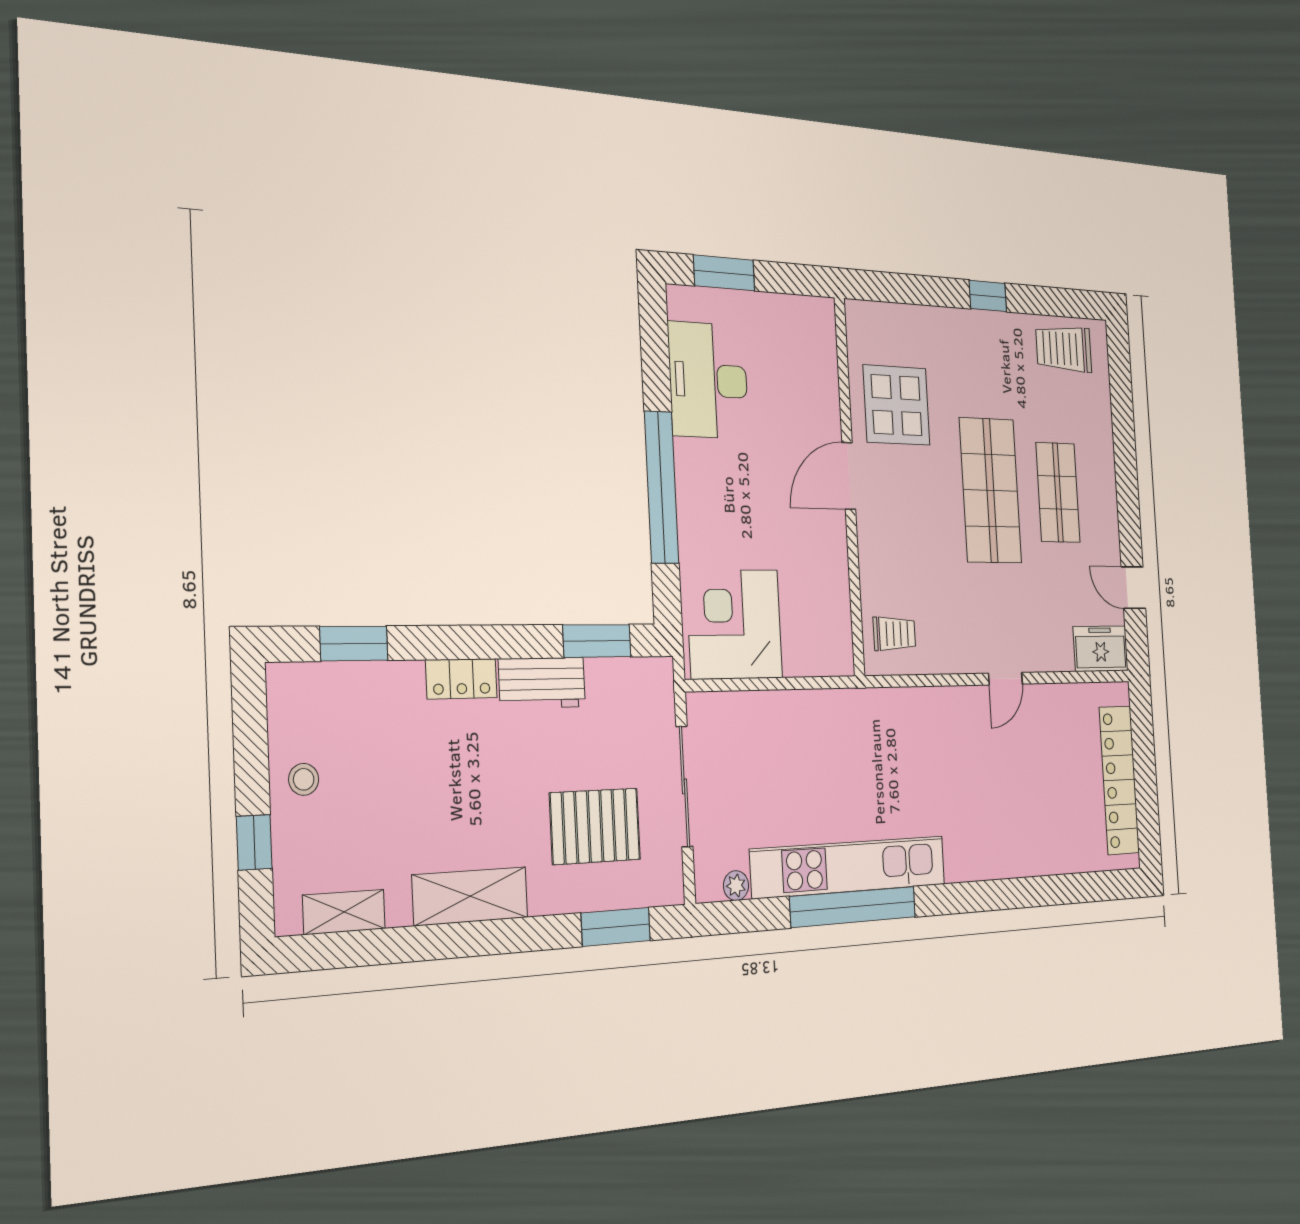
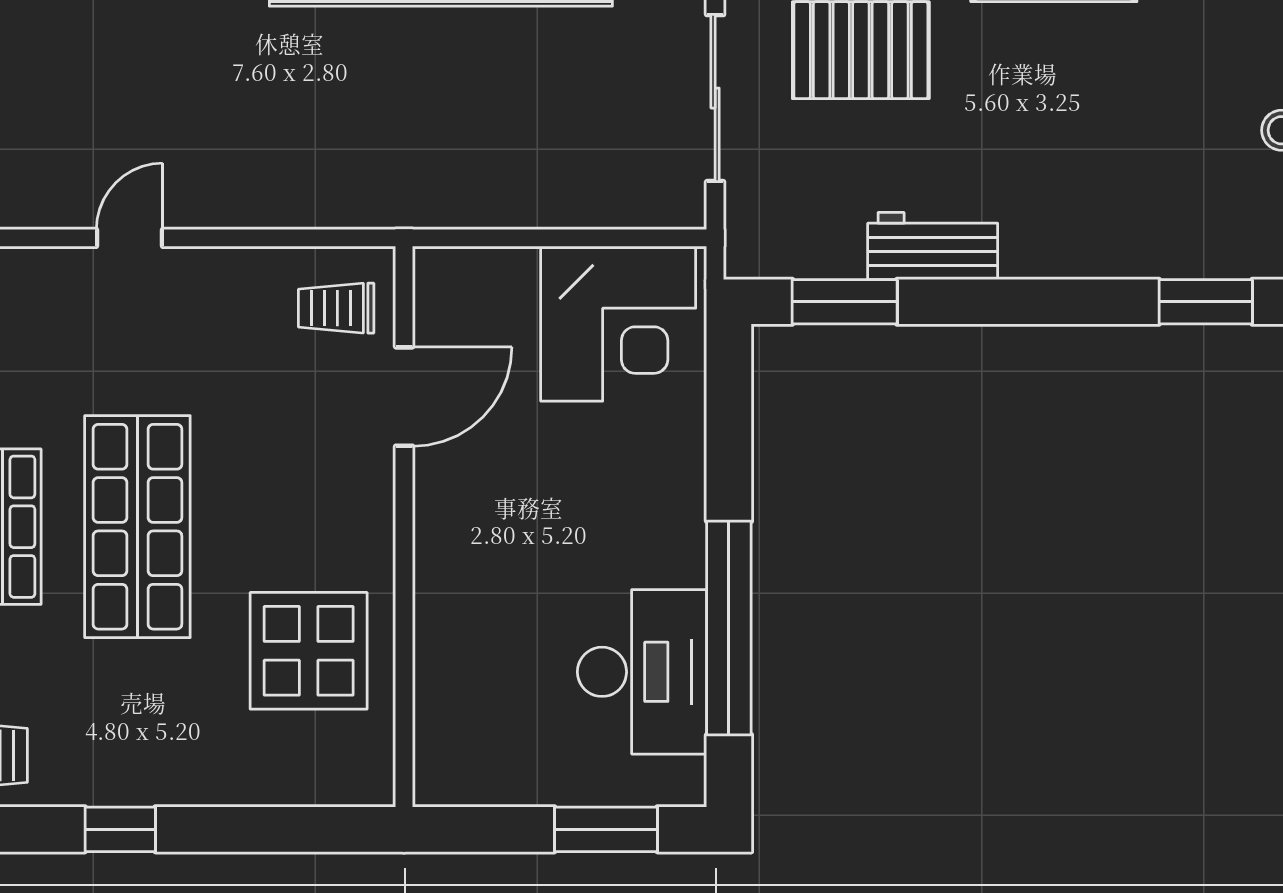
door: (849, 476) -> (404, 397), moved
window: (662, 487) -> (729, 628), moved
locker: (461, 679) -> (1053, 254), removed

